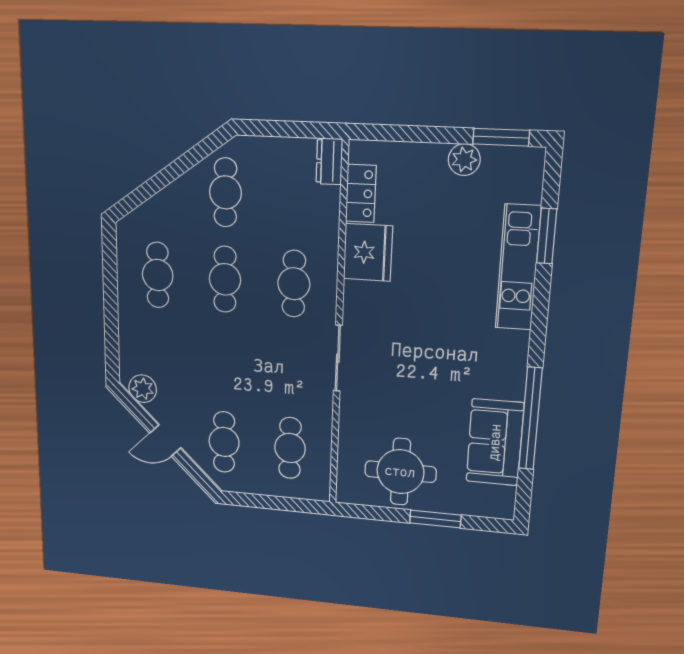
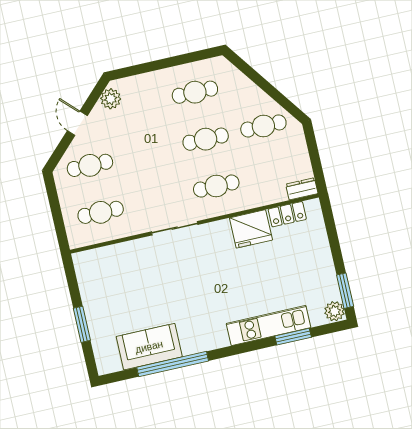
plant: (464, 160) -> (334, 311), moved
round table: (400, 472) -> (108, 291), removed

